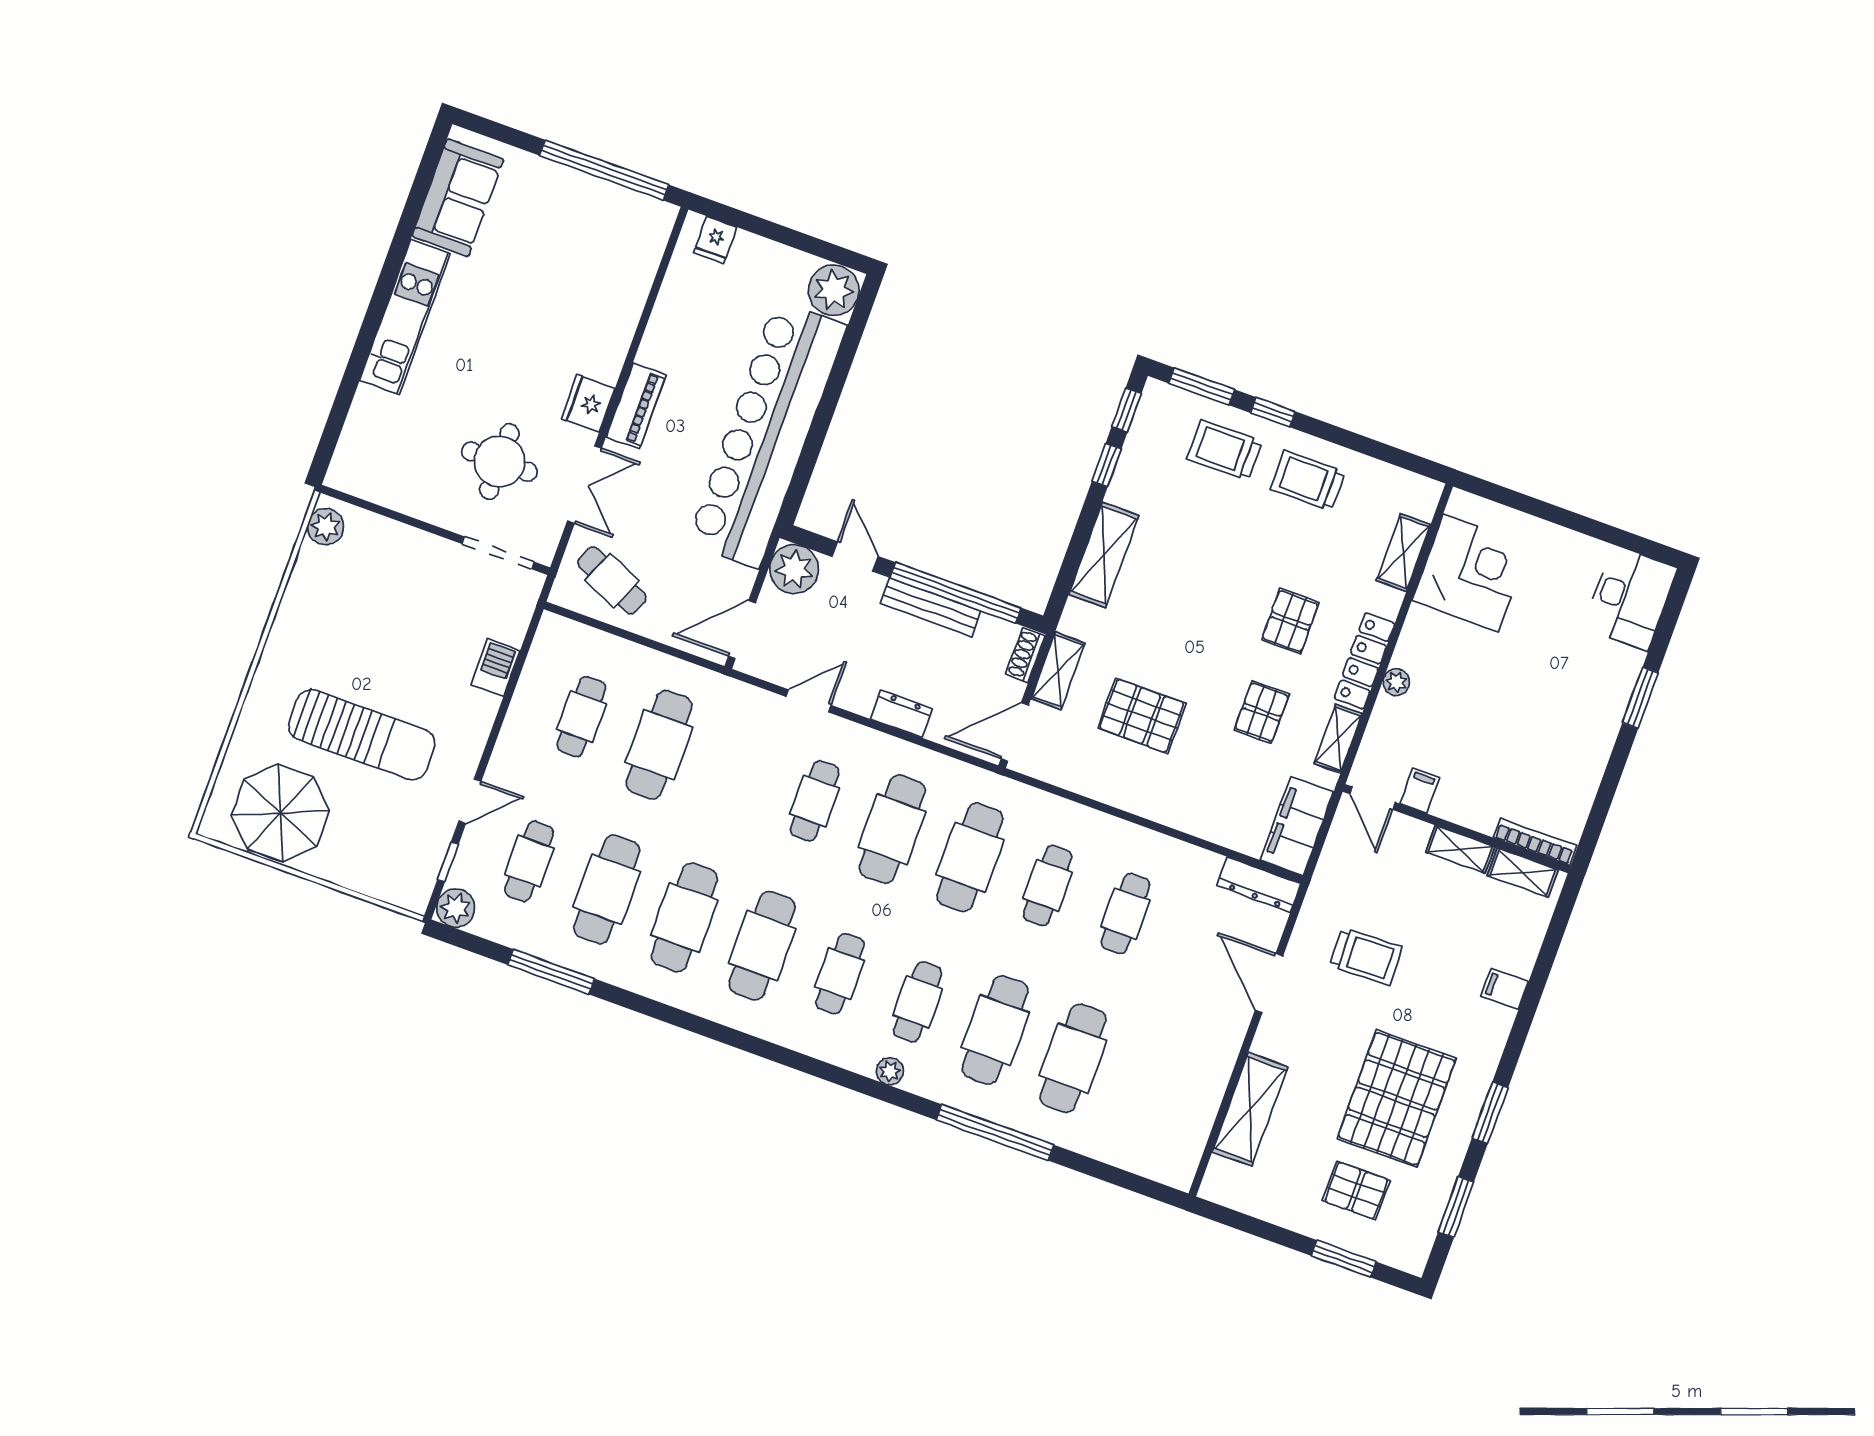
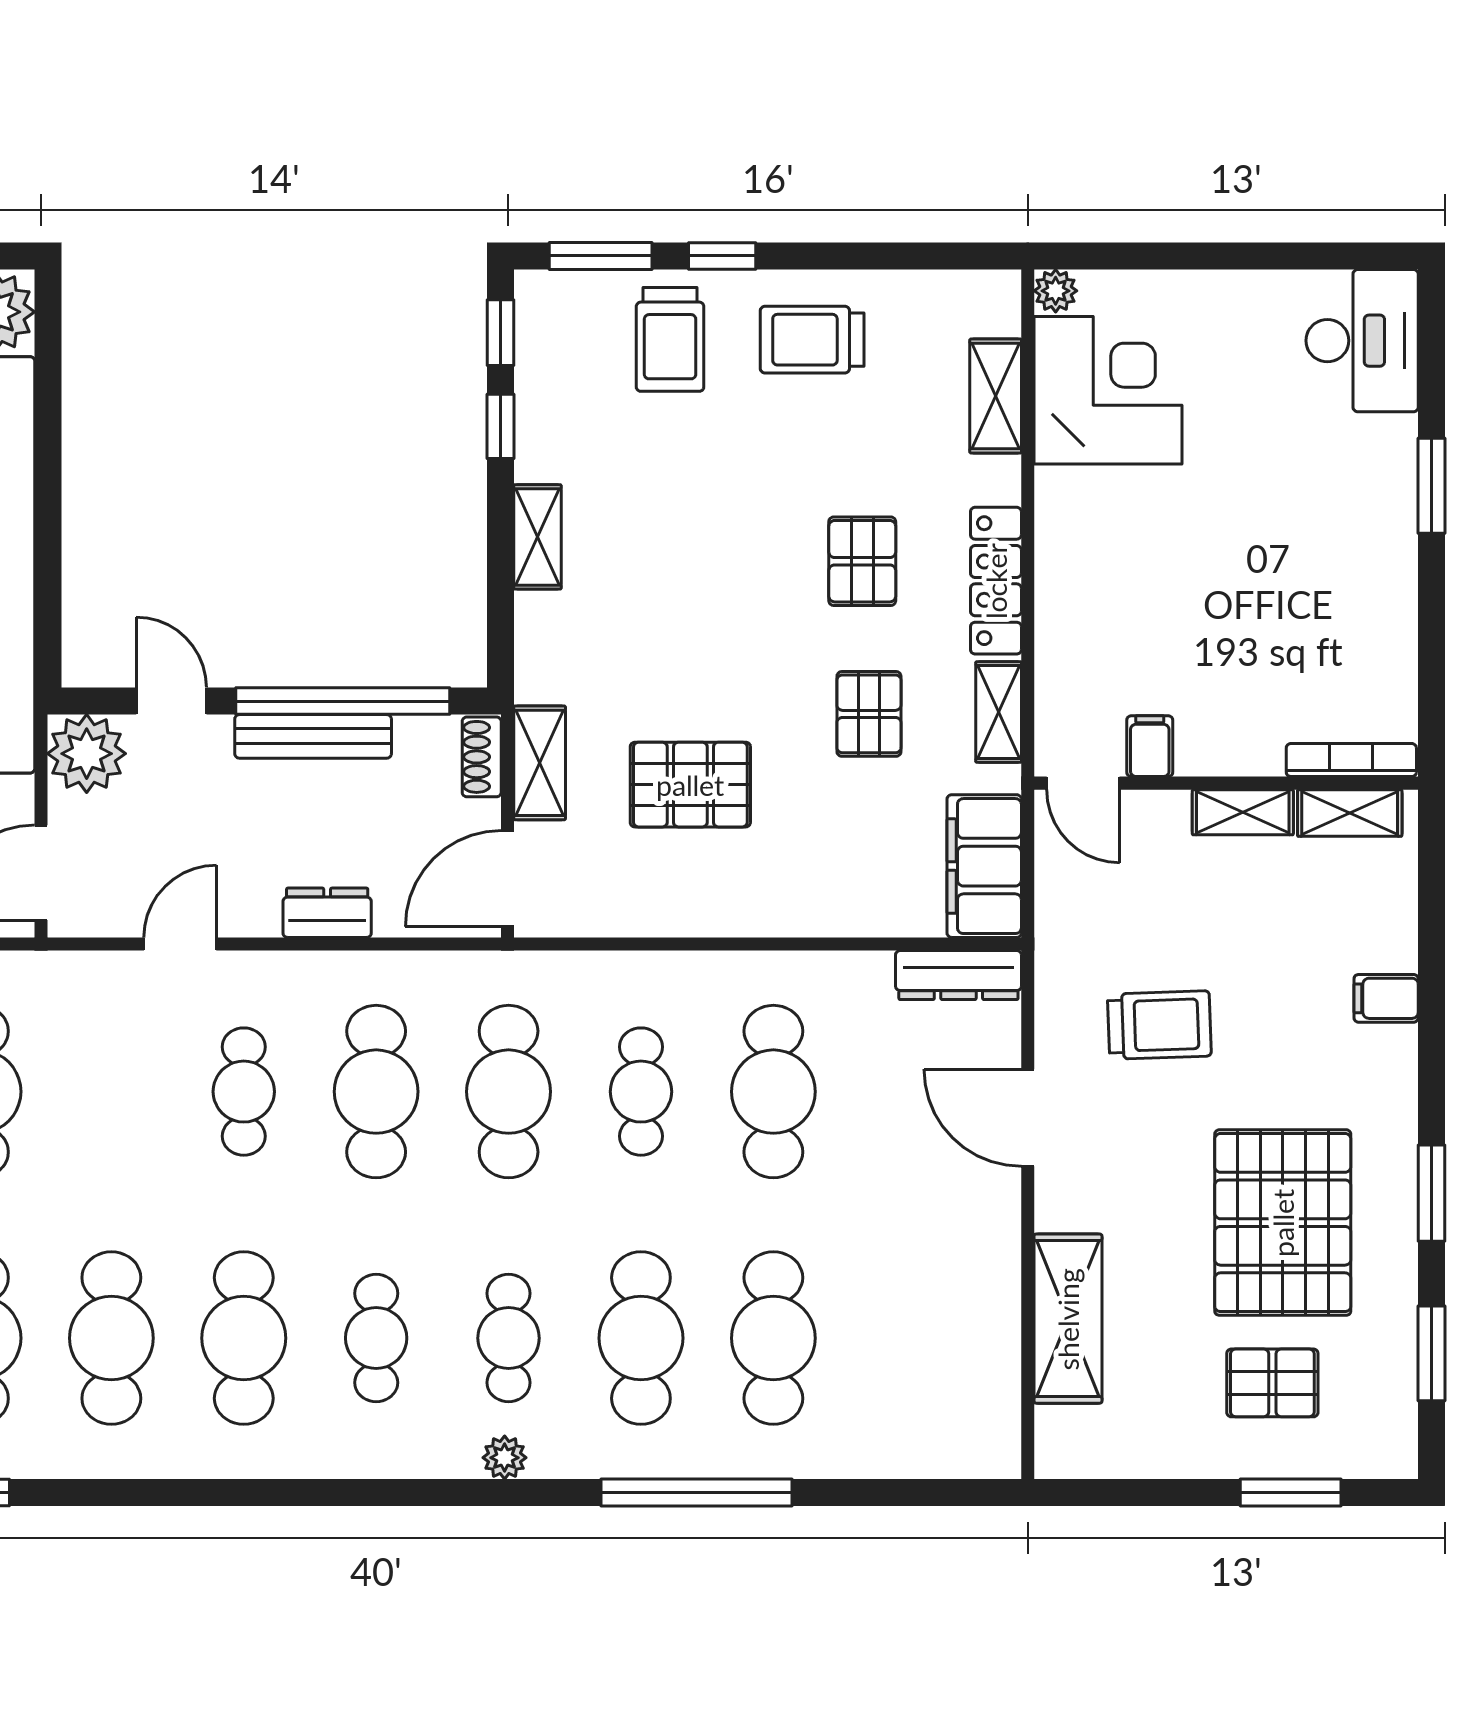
trolley: (1225, 450) -> (670, 339), turned -90
shelving: (1104, 555) -> (538, 537), width x0.67, depth x0.75
plant: (1396, 682) -> (1056, 291), moved
cafe table: (1125, 913) -> (773, 1092), width x1.37, depth x1.35

